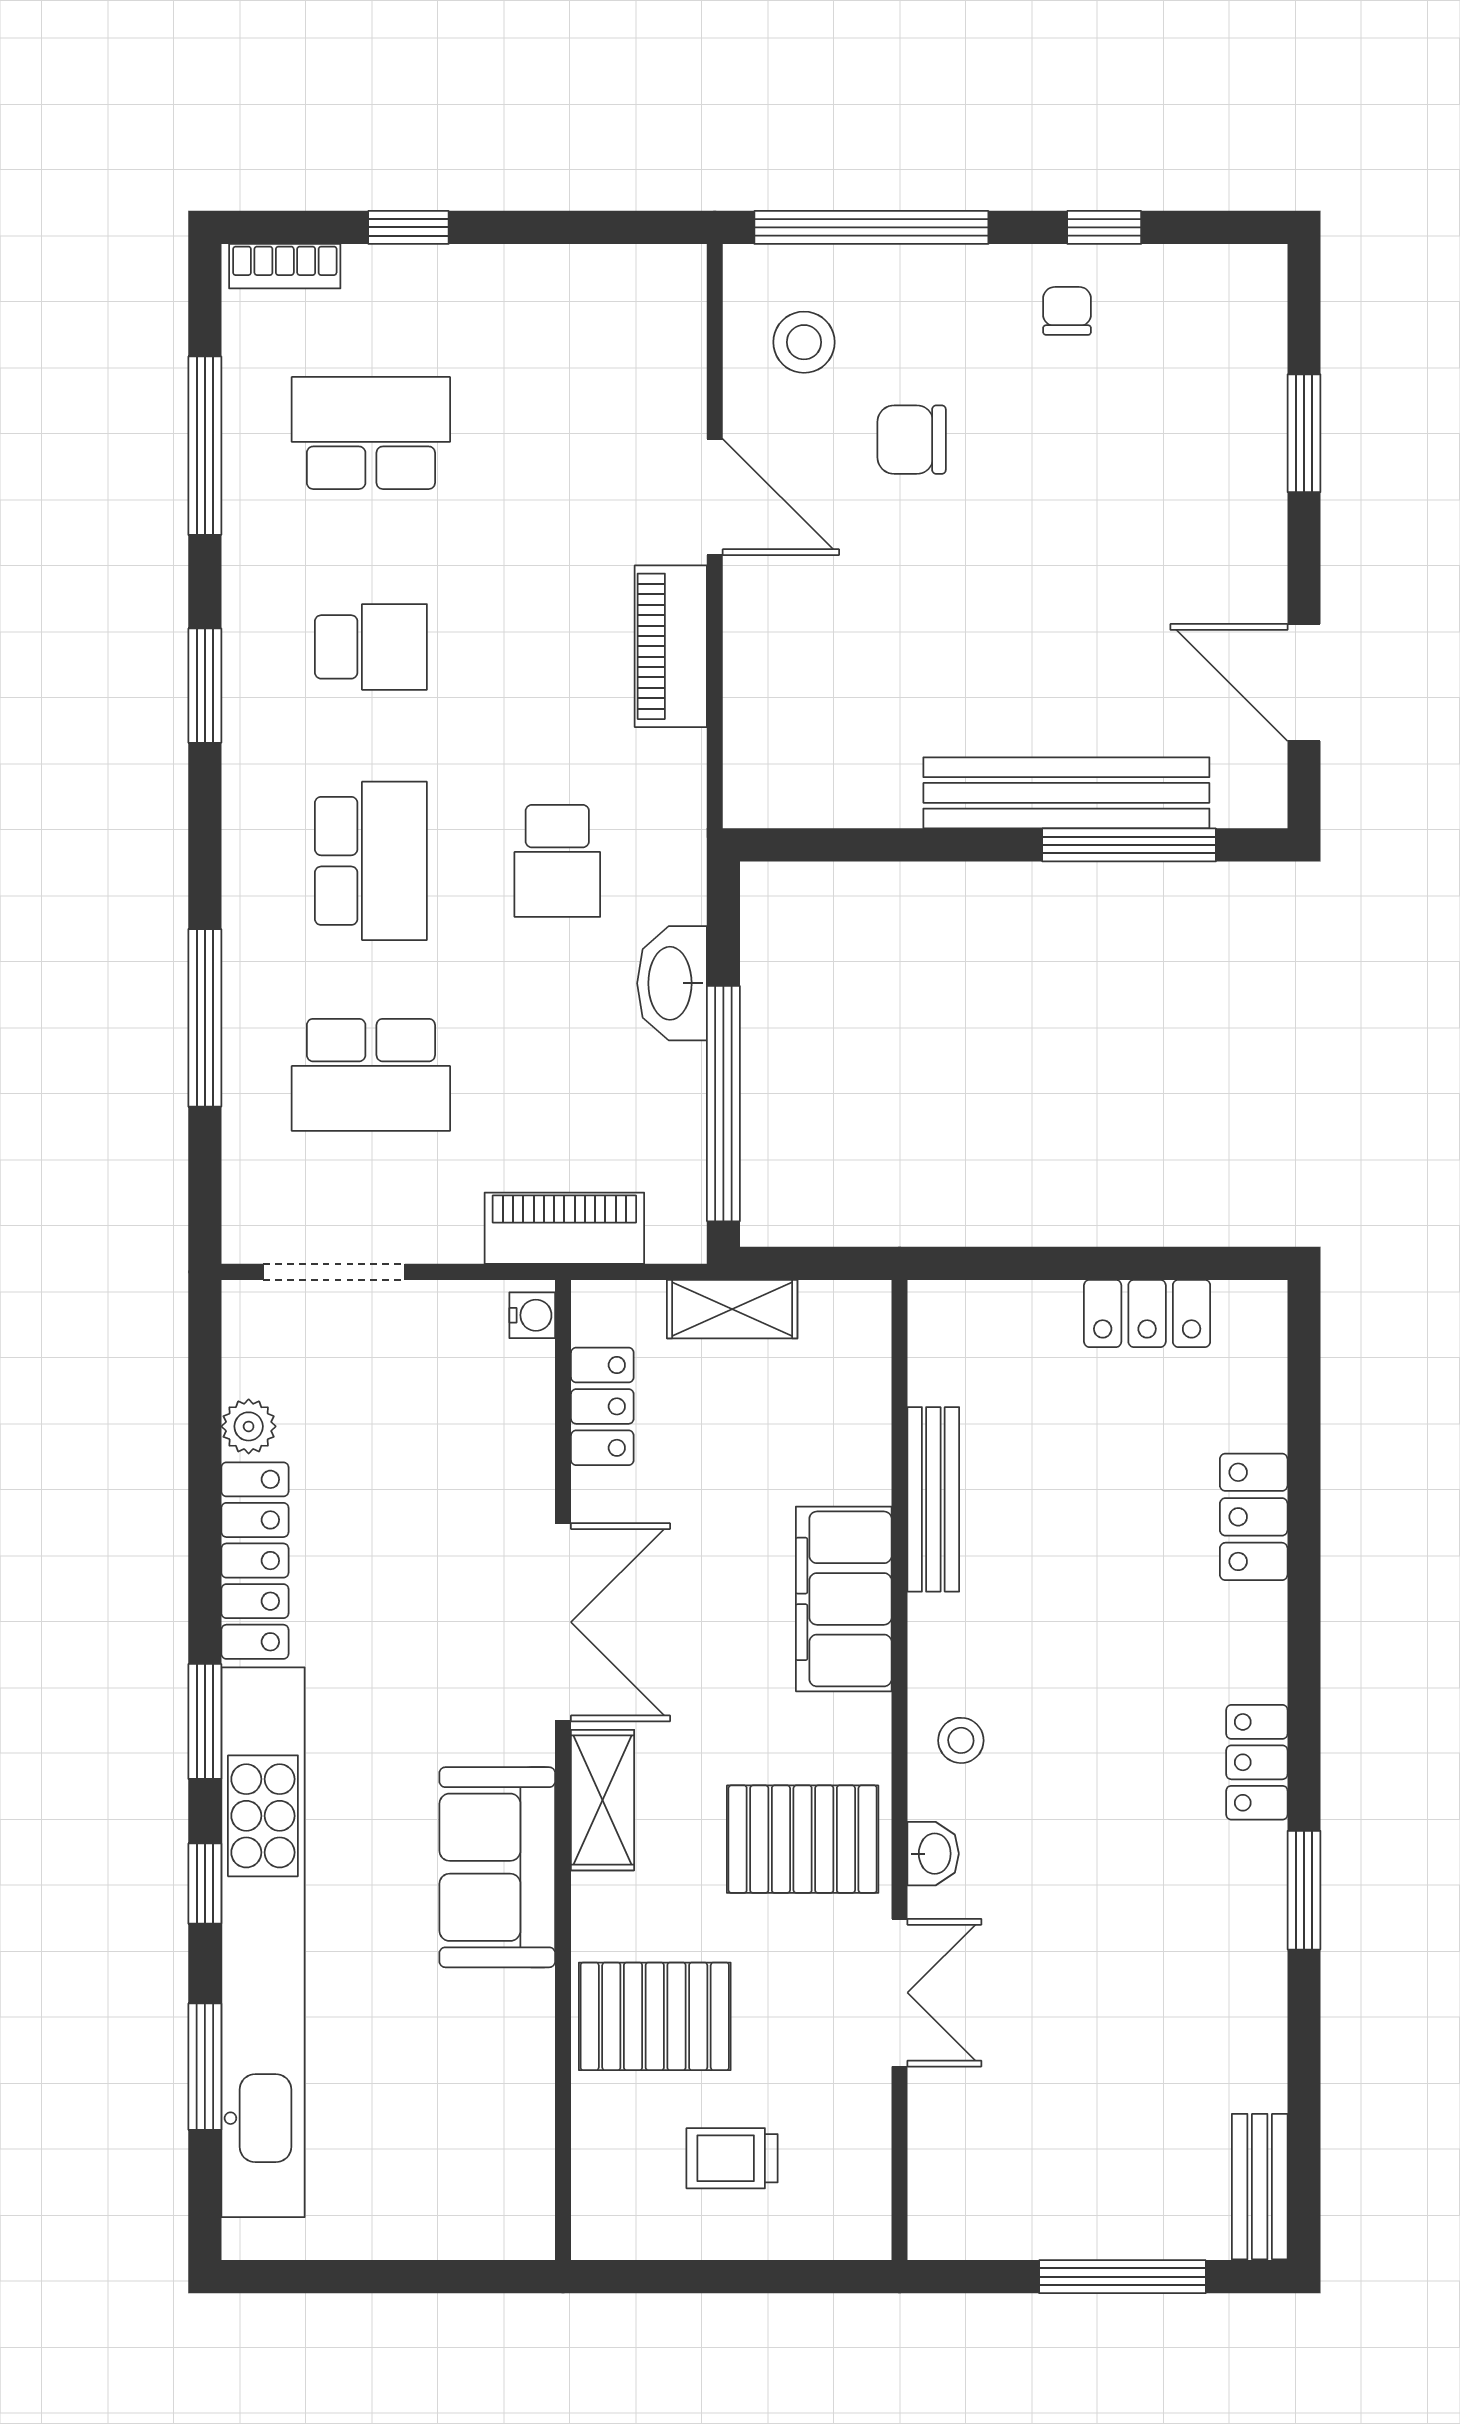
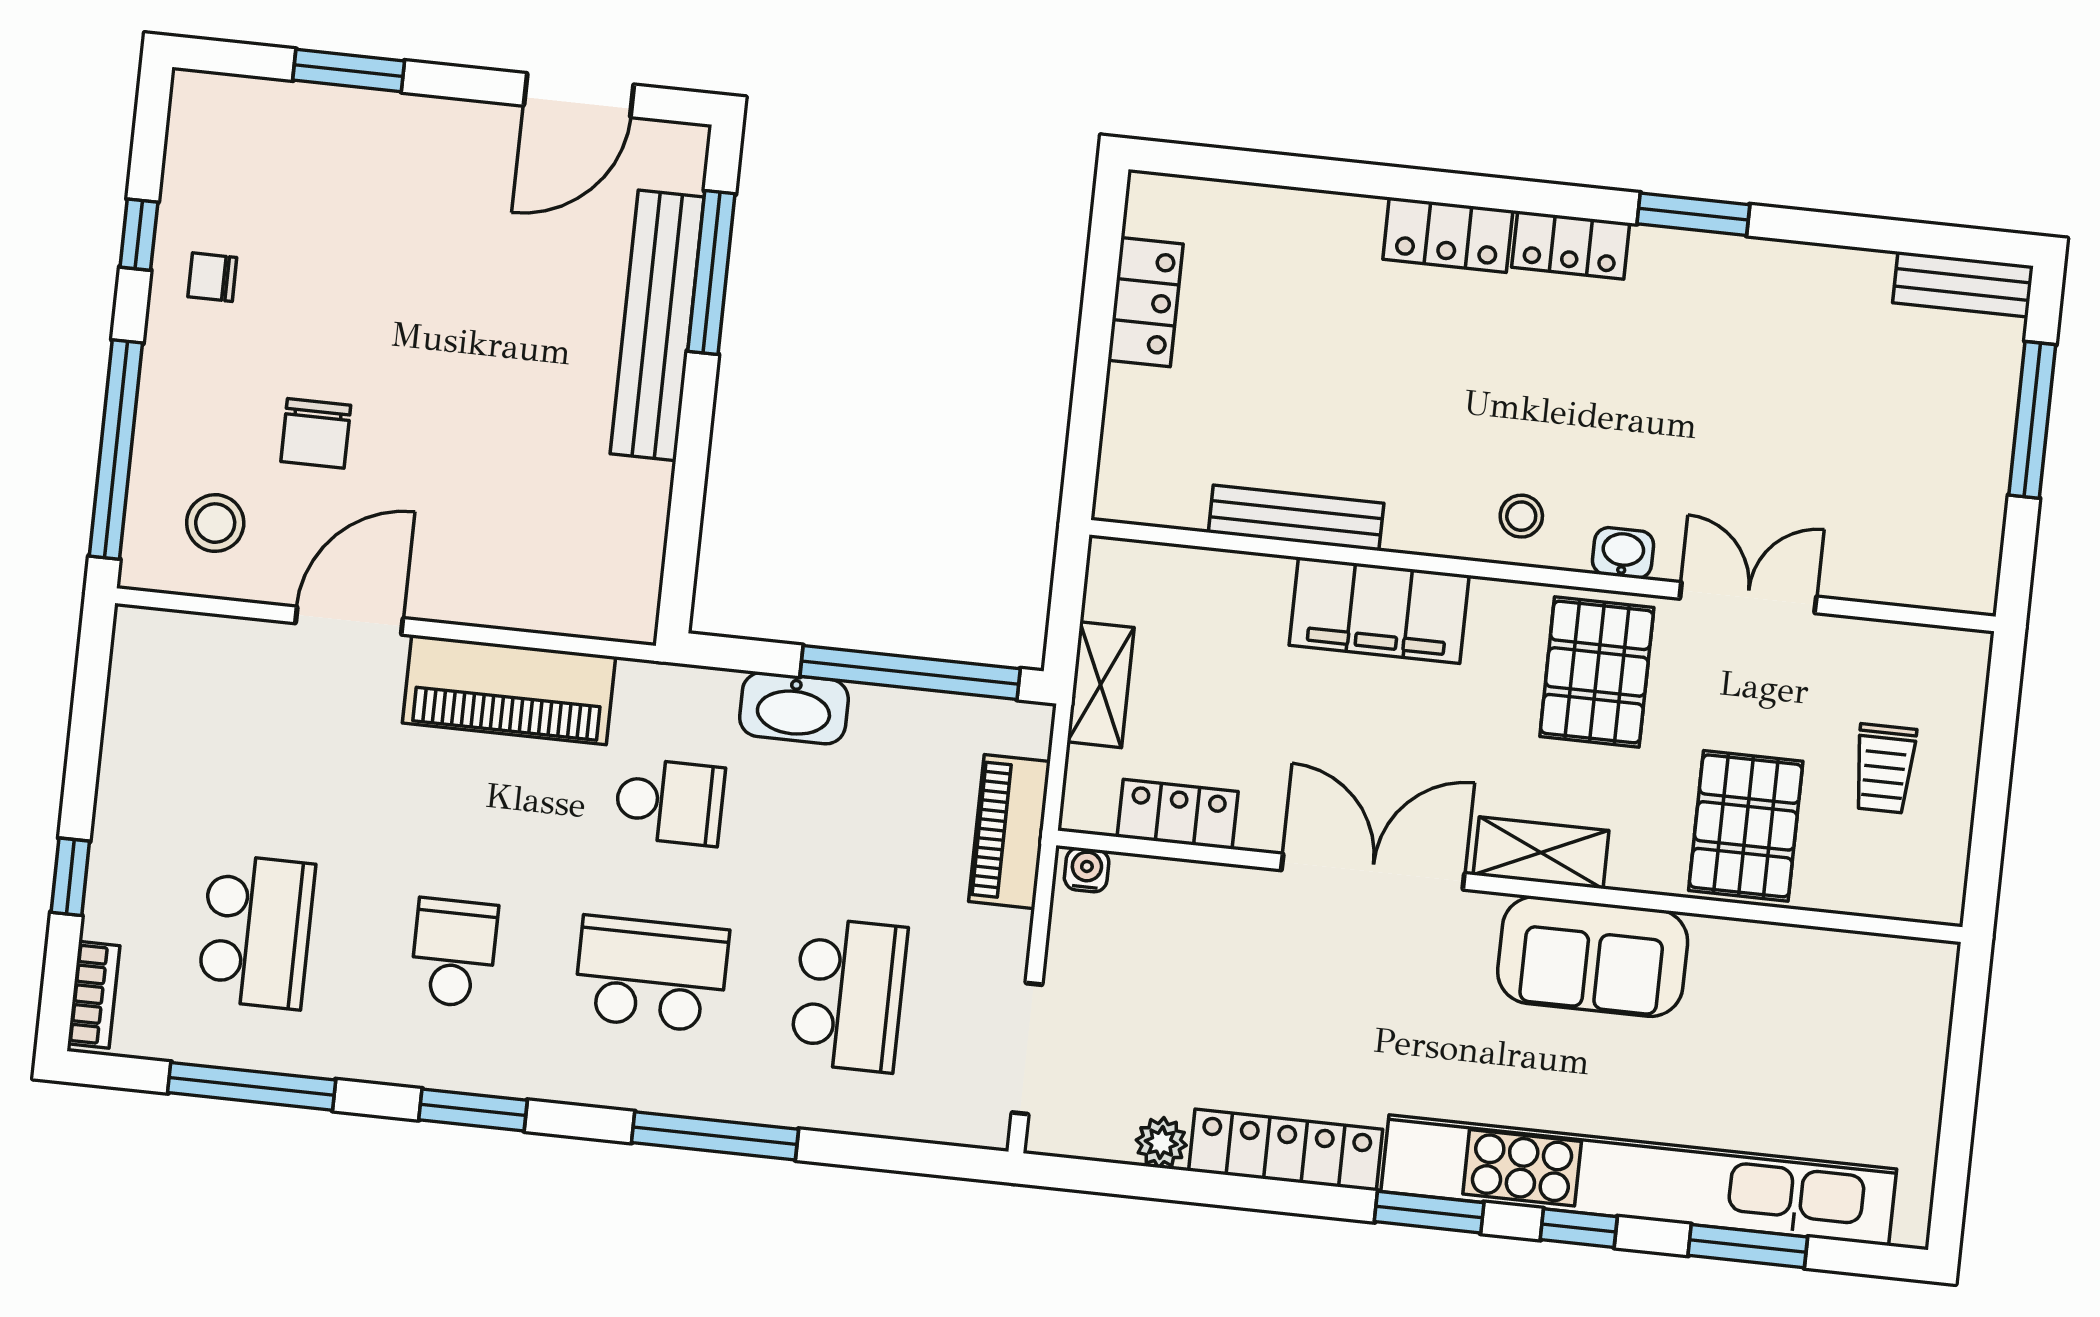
school desk: (371, 433) -> (256, 932), turned 180
piano: (671, 646) -> (509, 690), width x1.37, depth x1.33
window: (205, 1018) -> (715, 1136), moved
locker: (1254, 1517) -> (1448, 235), moved

